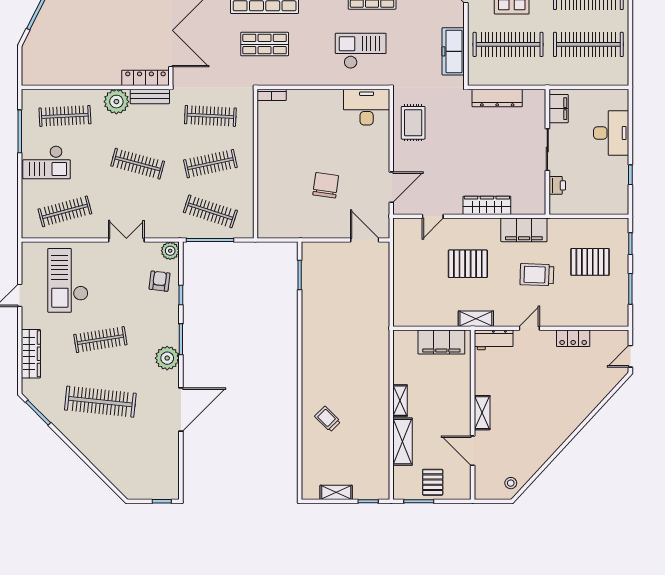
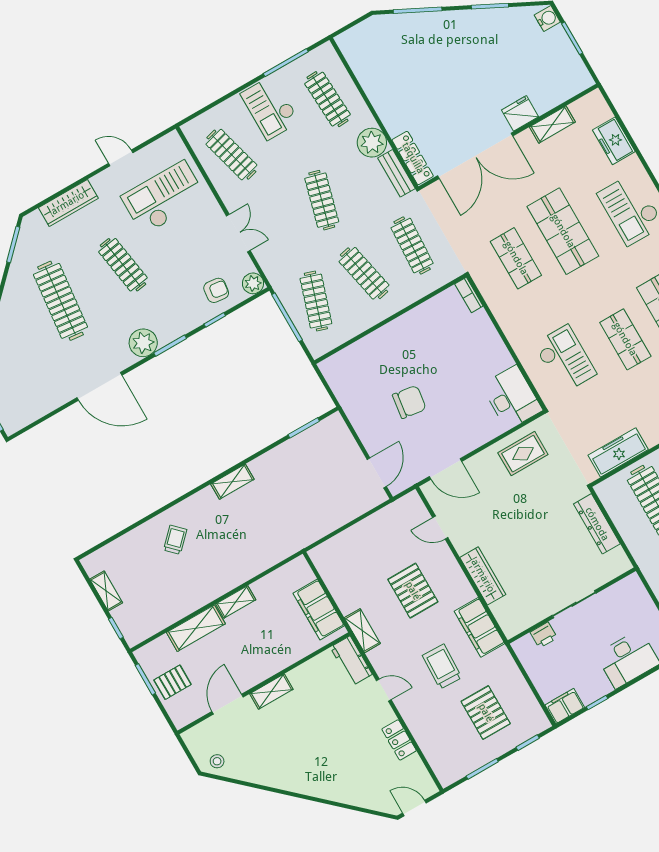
filing cabinet: (559, 109) -> (565, 706), moved, turned 180
shelving: (309, 351) -> (232, 482), added

